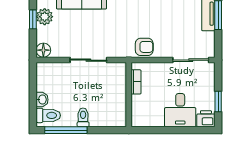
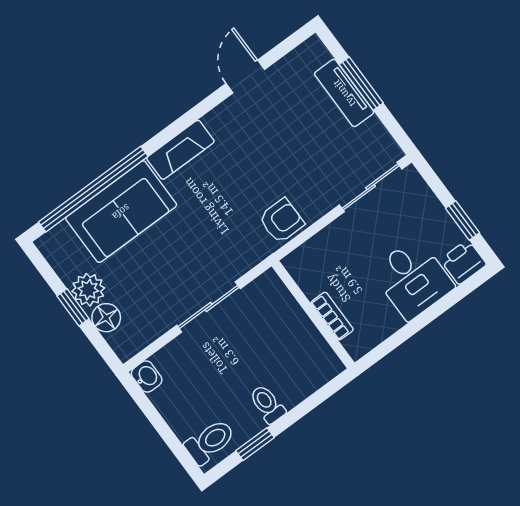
floor lamp: (43, 50) -> (106, 318), moved
bookcase: (136, 82) -> (332, 316), moved
washbasin: (42, 100) -> (147, 377), moved
window: (66, 130) -> (255, 444), width x0.46

